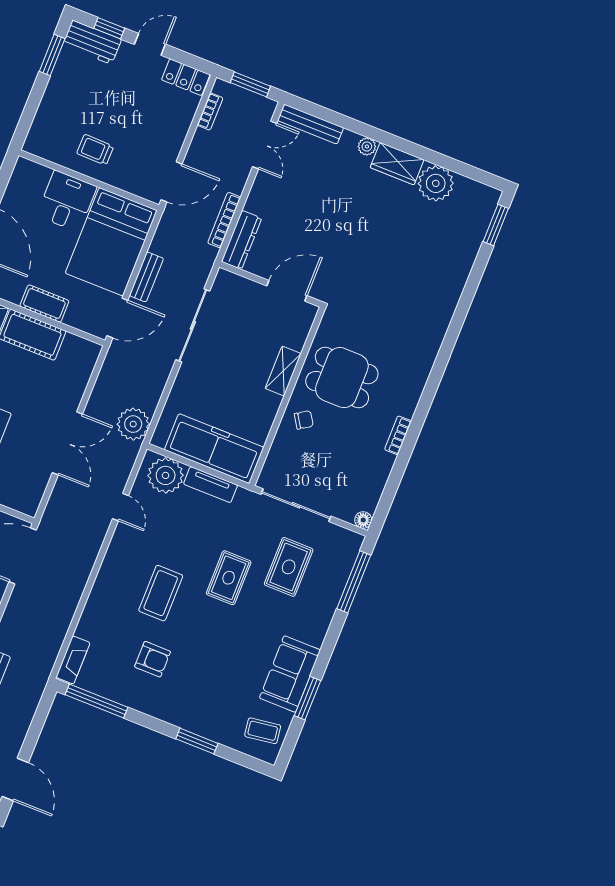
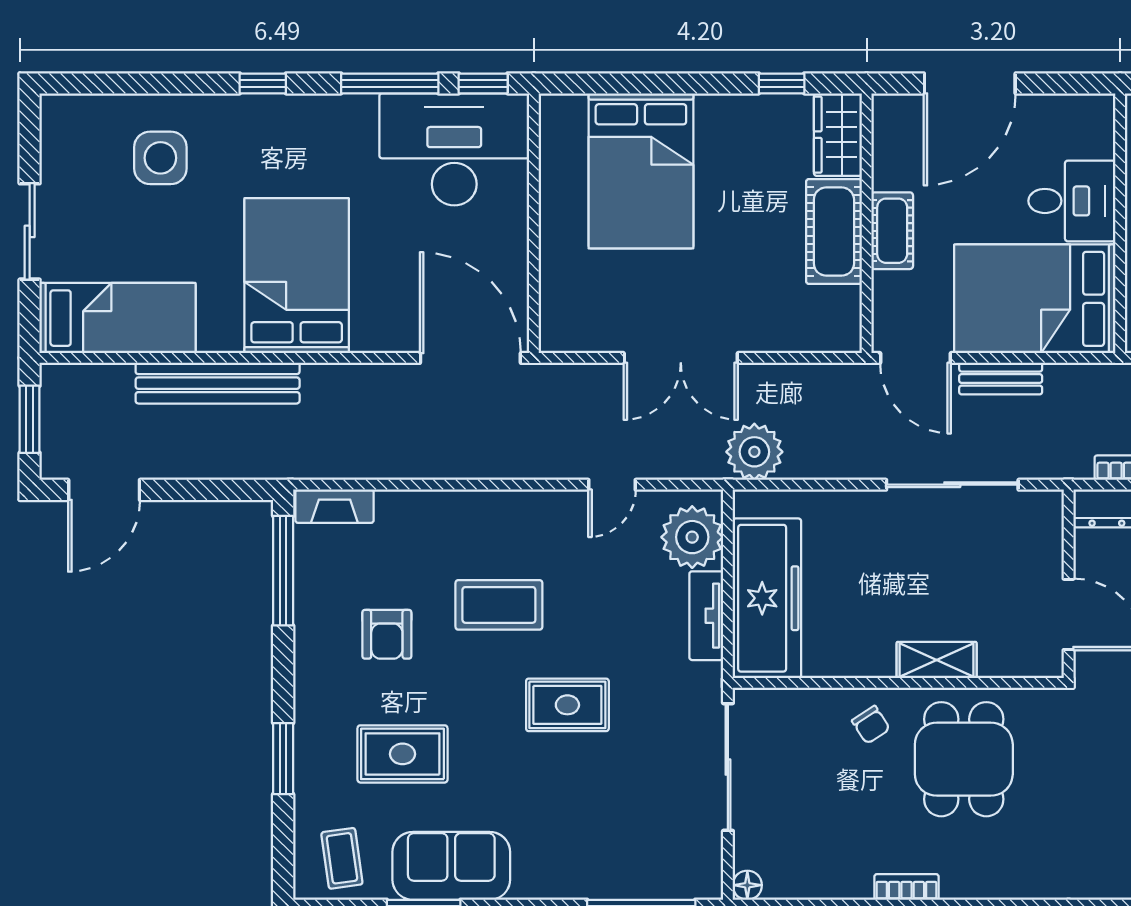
rug: (289, 567) -> (403, 754), moved

